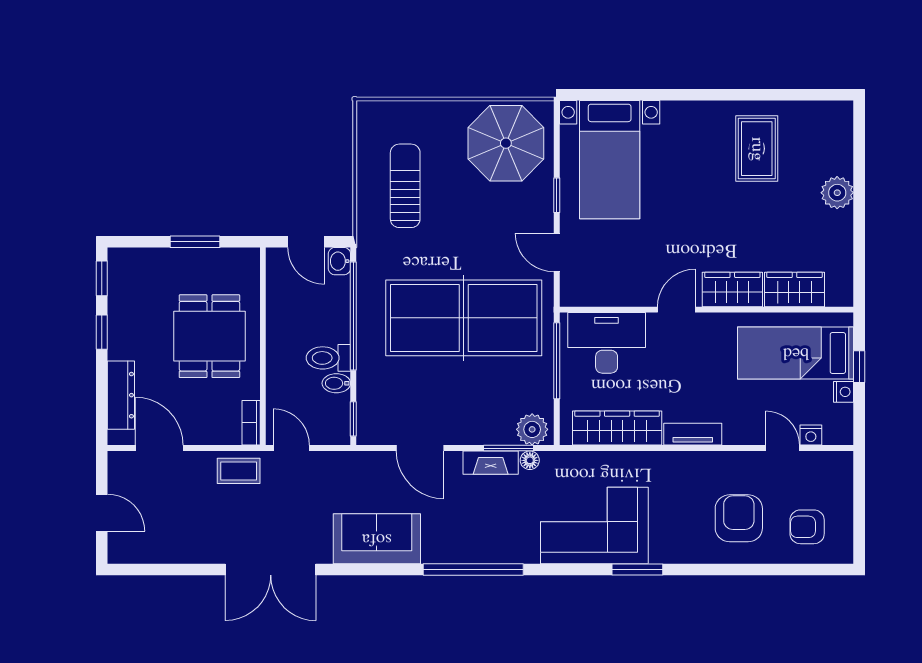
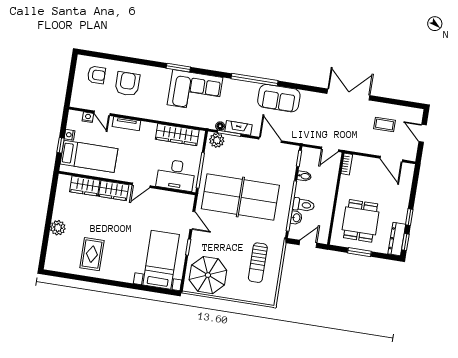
door: (306, 242) -> (308, 244), hinge flipped
washbasin: (339, 261) -> (296, 218), moved
dining table: (209, 336) -> (361, 221), moved
toilet: (328, 358) -> (303, 205), moved
dresser: (121, 395) -> (397, 239), moved
tv unit: (693, 434) -> (126, 124), moved
door: (291, 448) -> (330, 149), hinge flipped
coffee table: (239, 471) -> (385, 124), moved
armchair: (739, 518) -> (127, 84), turned 180
sofa: (377, 539) -> (279, 98), moved

